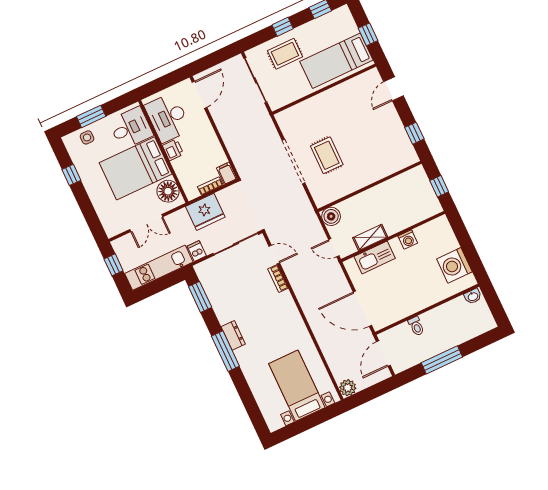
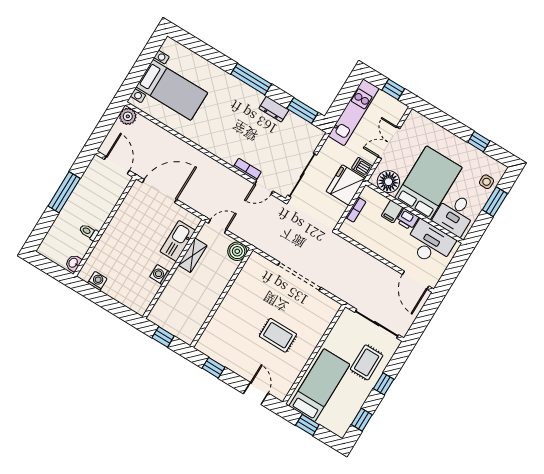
rug: (327, 155) -> (278, 335), moved
filing cabinet: (227, 173) -> (392, 212), moved, turned 90
dishwasher: (197, 251) -> (362, 167), moved, turned 180
washing machine: (454, 265) -> (97, 281), width x0.53, depth x0.53
toilet: (416, 326) -> (89, 232), moved
dresser: (233, 335) -> (274, 109), moved

